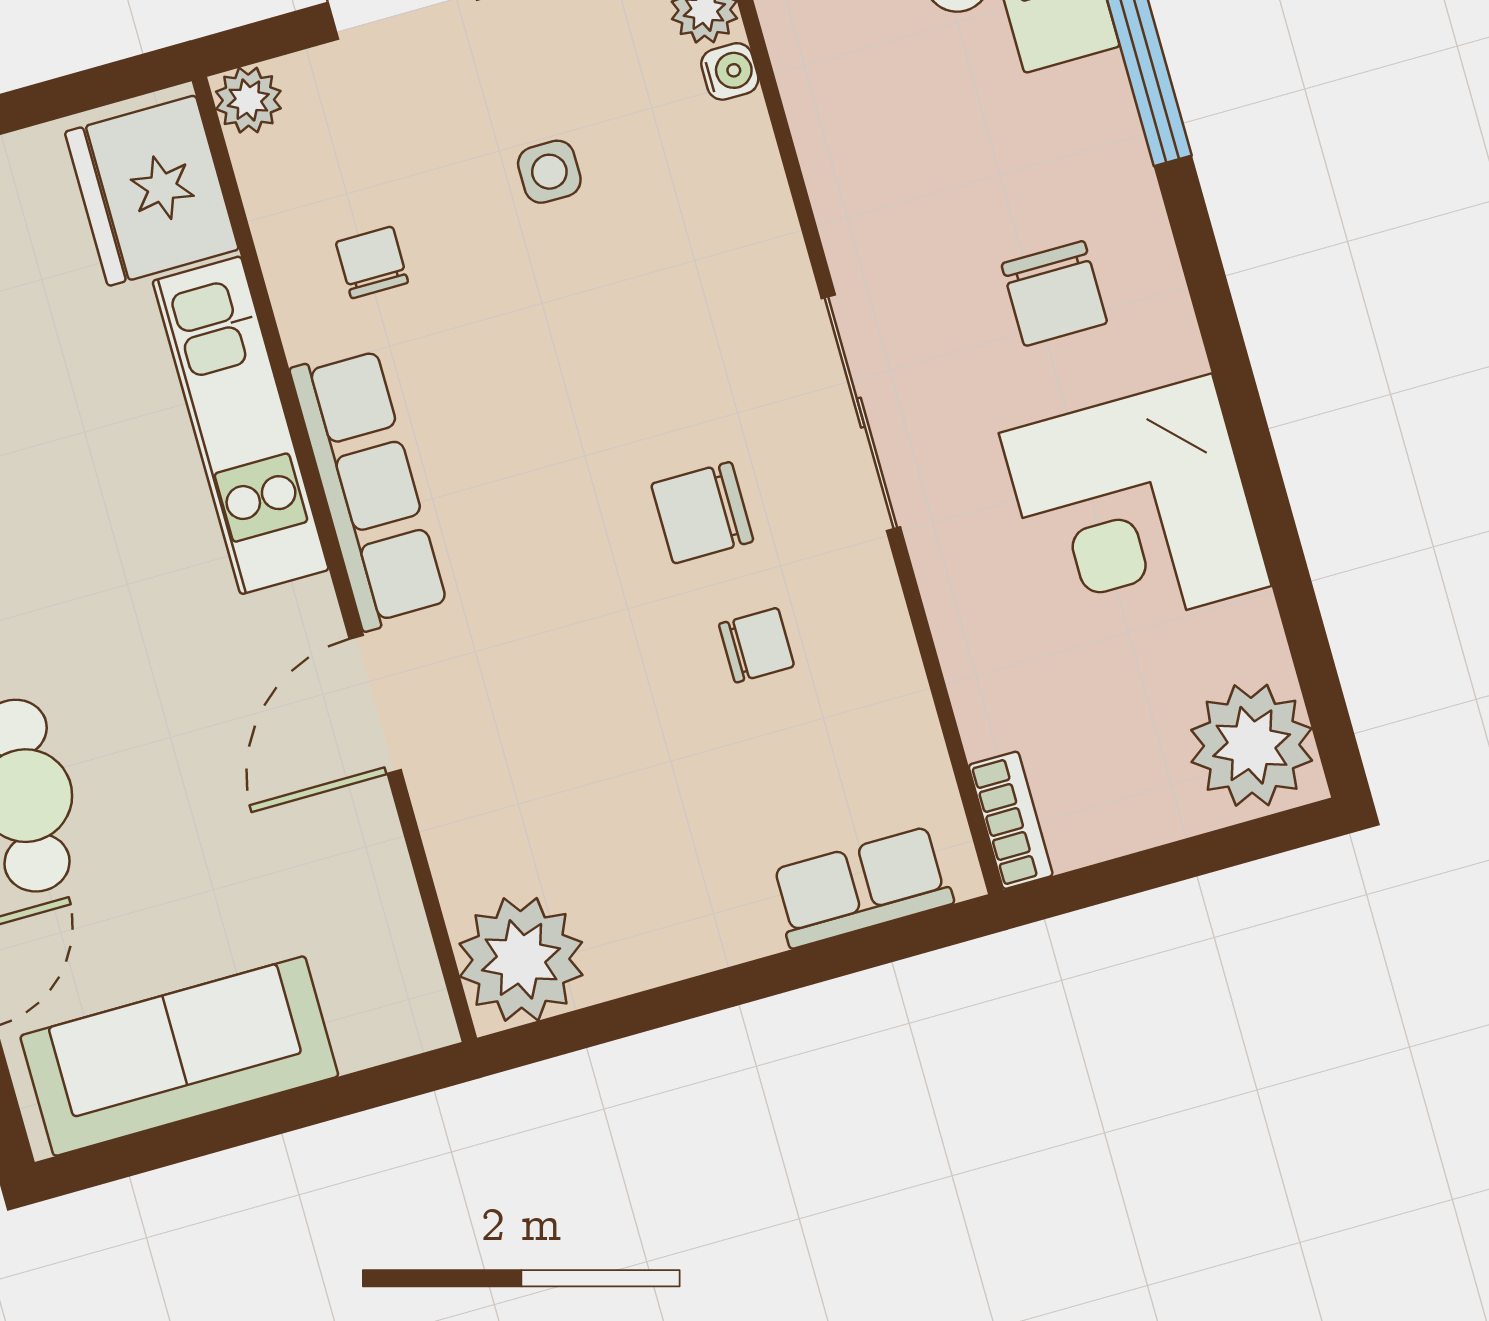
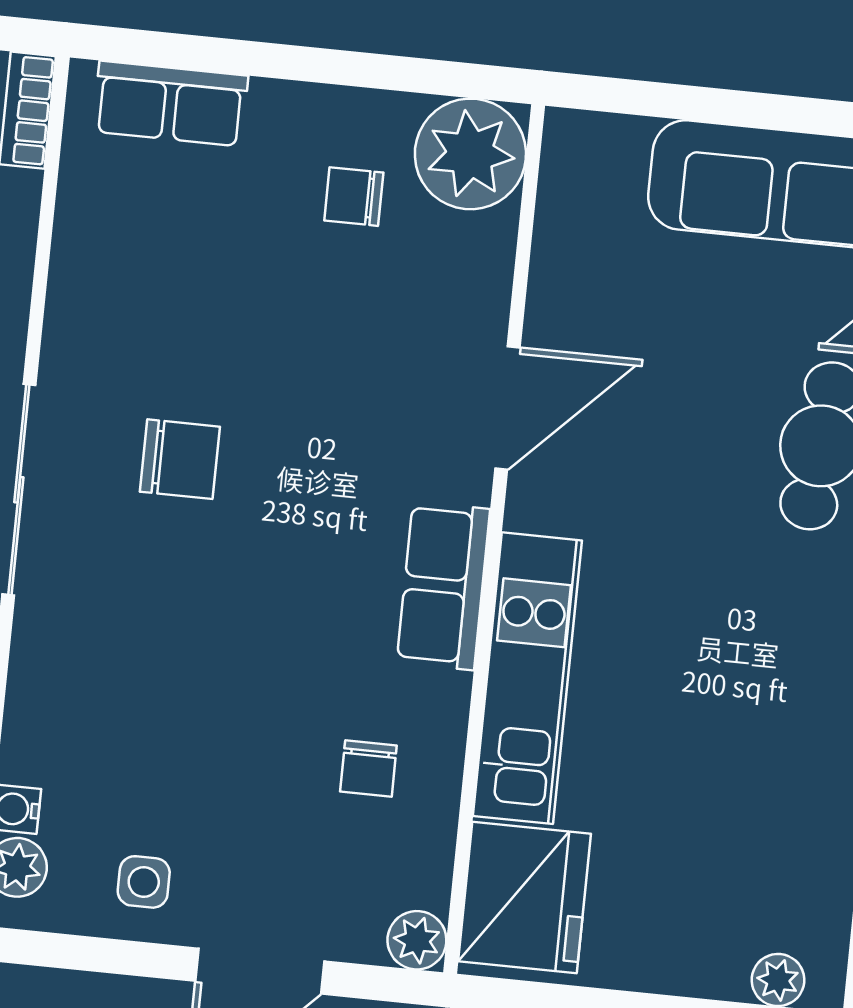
side table: (549, 172) -> (144, 882), moved
row of seats: (369, 488) -> (443, 586), width x0.68
chair: (756, 645) -> (354, 197), moved

